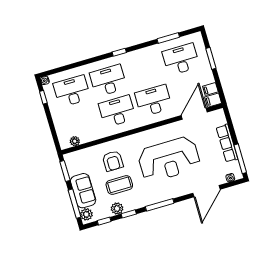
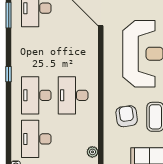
desk: (154, 101) -> (73, 52), removed
armchair: (113, 161) -> (127, 116), turned -98

